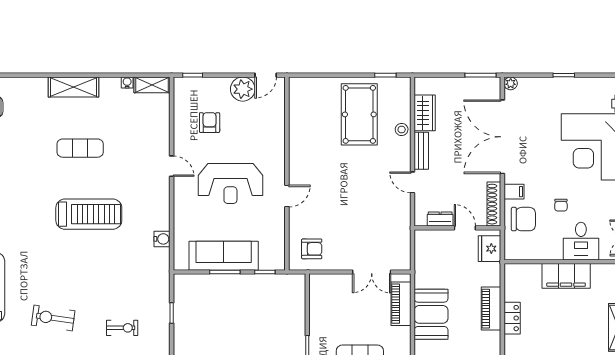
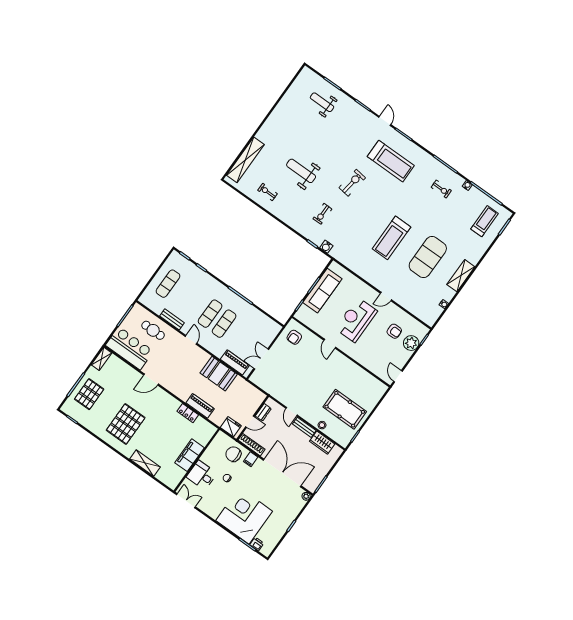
shelving: (152, 85) -> (434, 316), removed
plant: (243, 89) -> (411, 343), moved
exercise mat: (80, 148) -> (428, 257), width x2.00, depth x1.45
door: (412, 182) -> (292, 412), swing flipped
chair: (523, 219) -> (233, 454), turned 90
water cooler: (162, 239) -> (326, 247), moved

